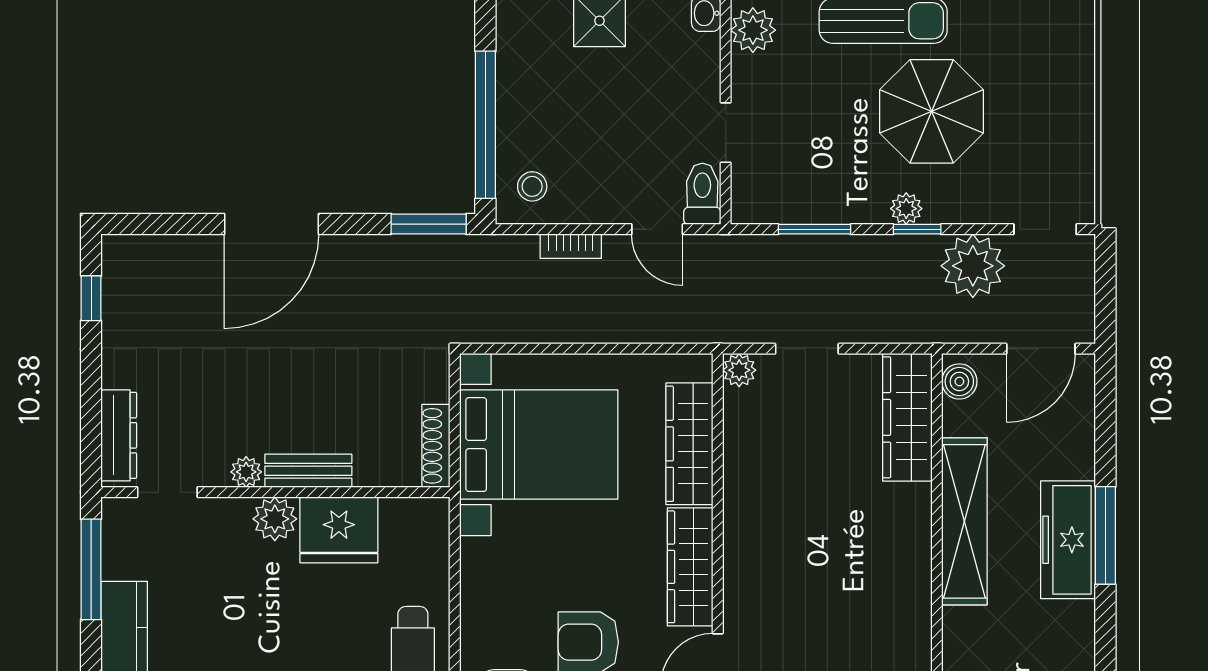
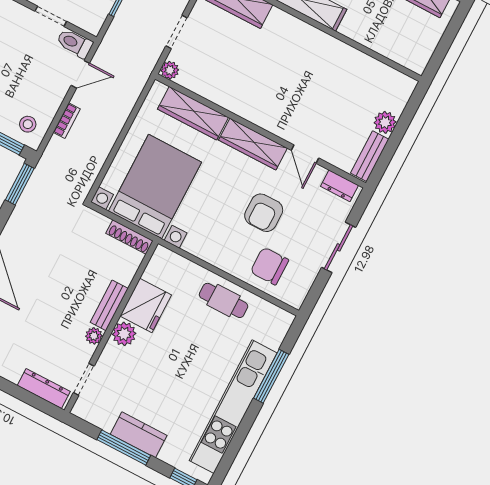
window: (91, 569) -> (124, 448), moved

